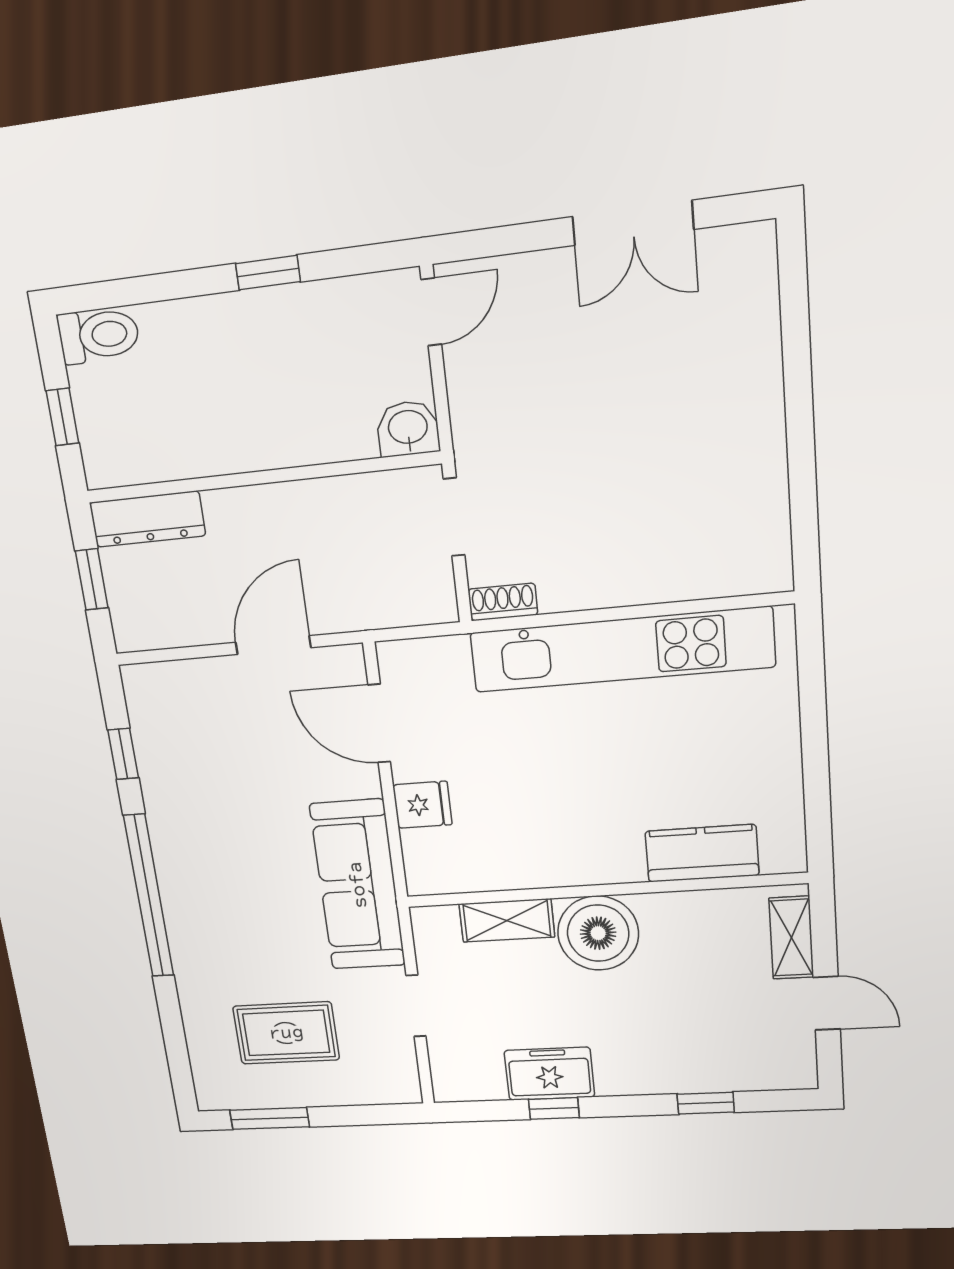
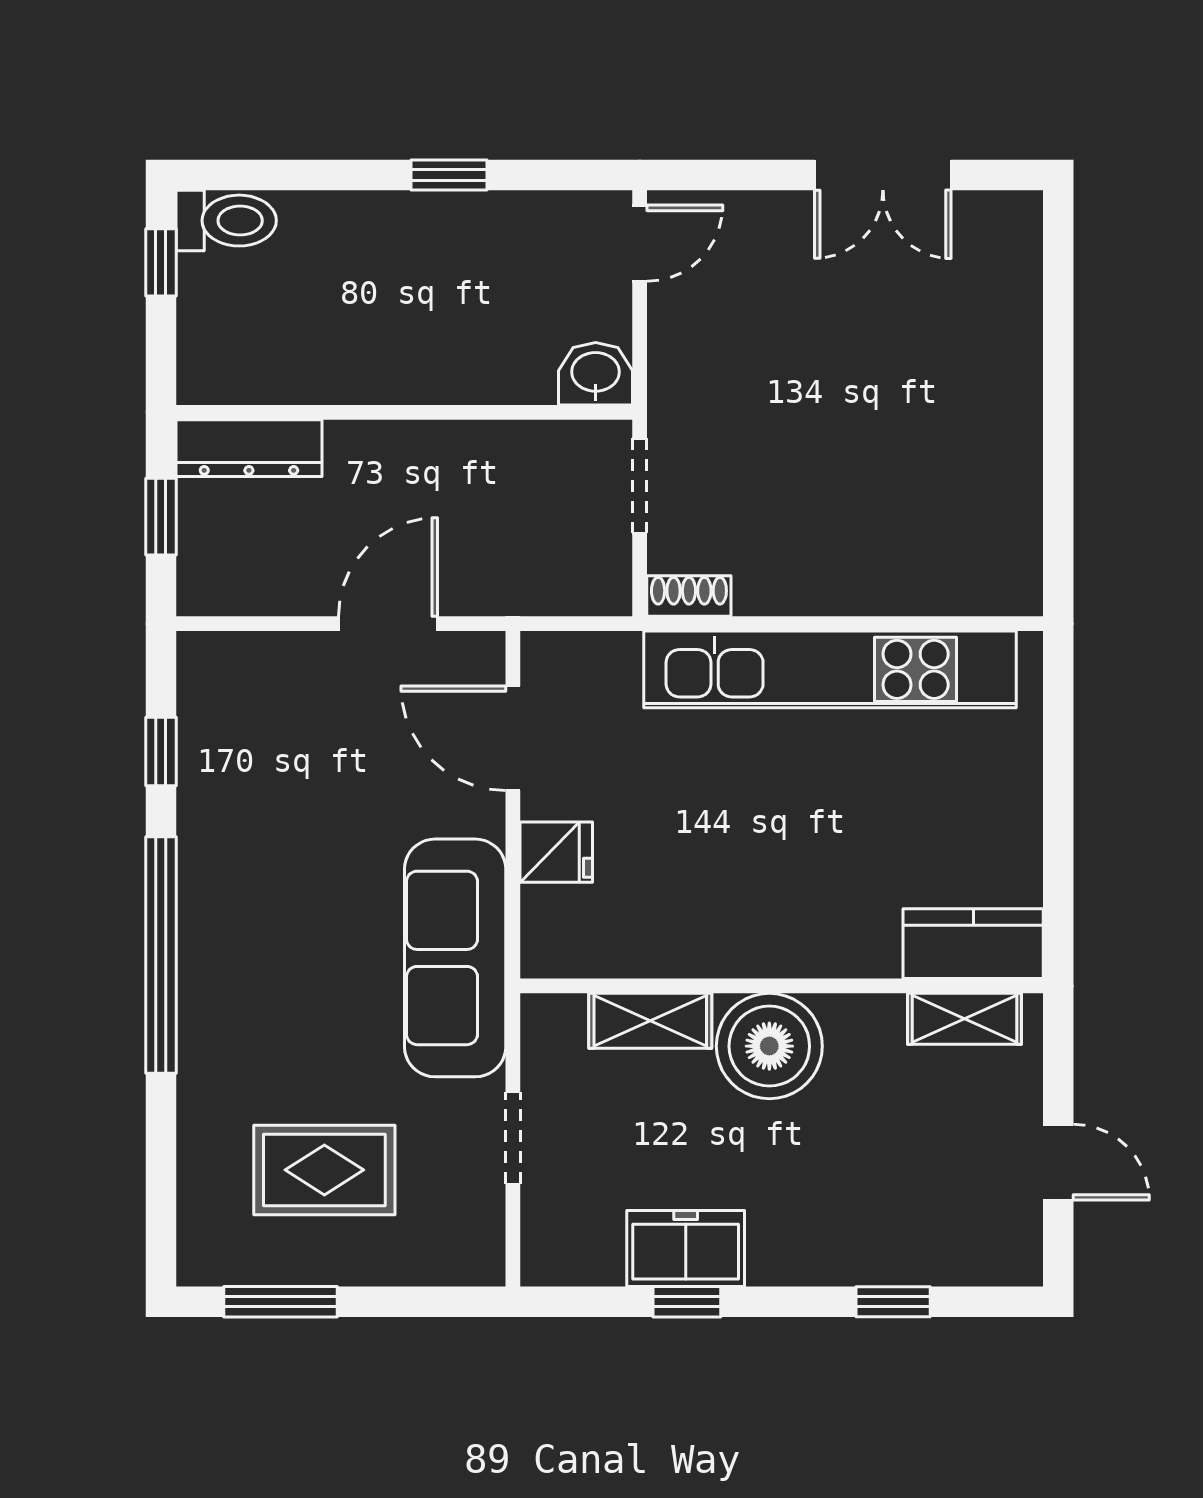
window: (62, 417) -> (161, 262), moved
kitchen counter: (702, 853) -> (973, 944), moved
shelving: (791, 938) -> (964, 1019), moved, turned 90

